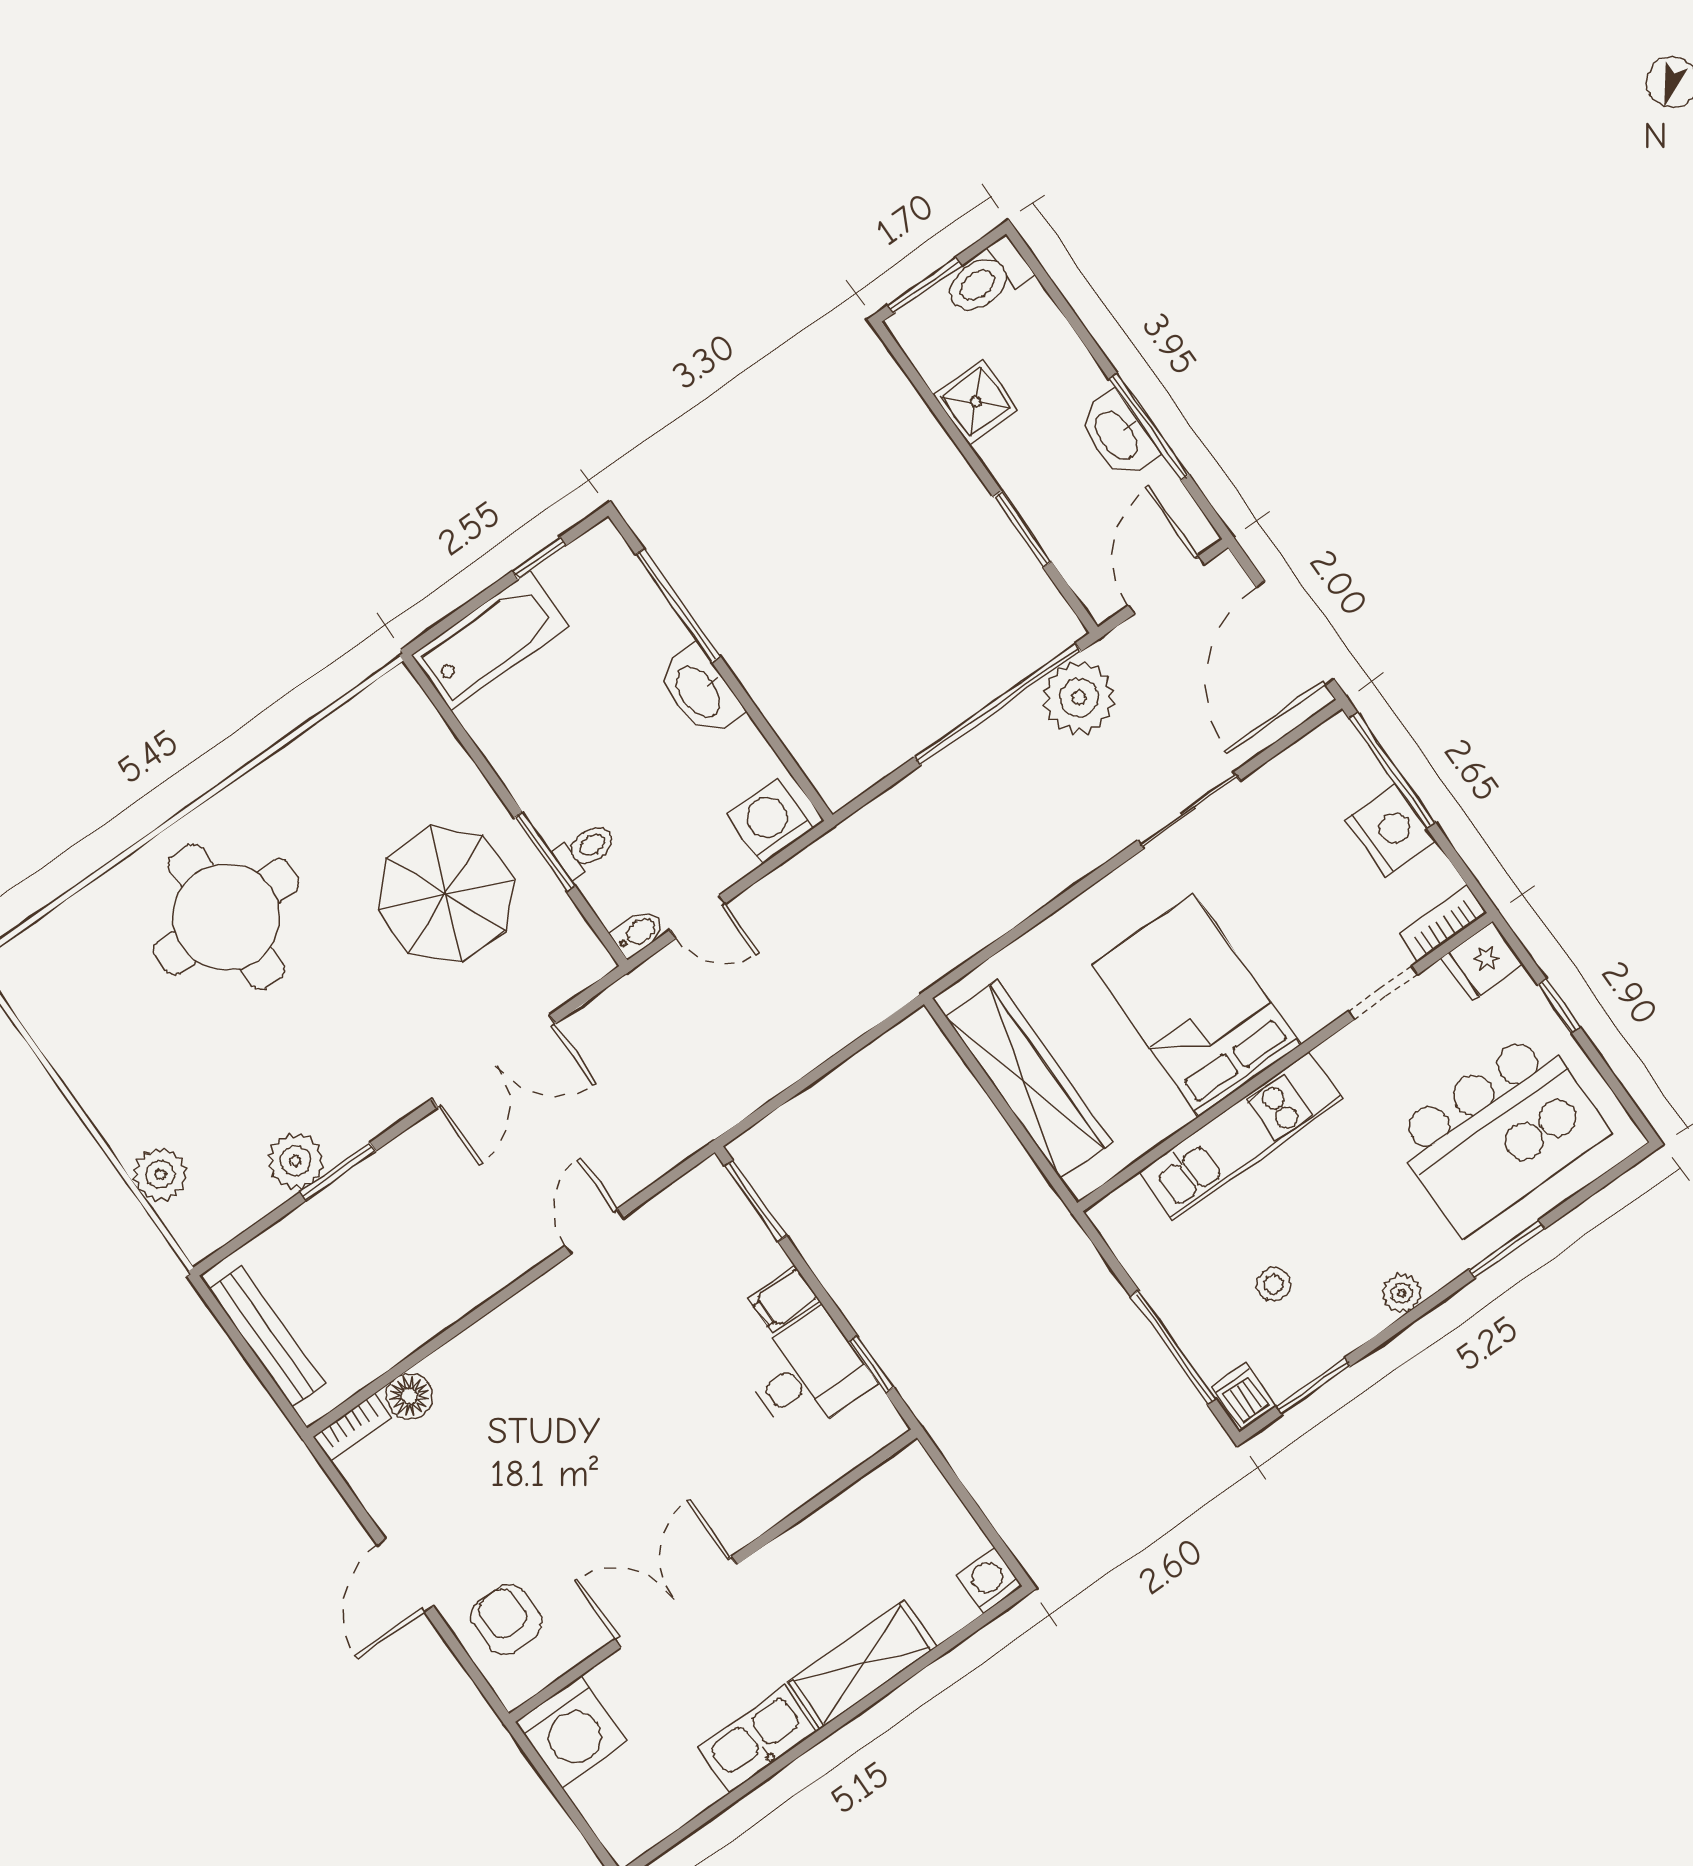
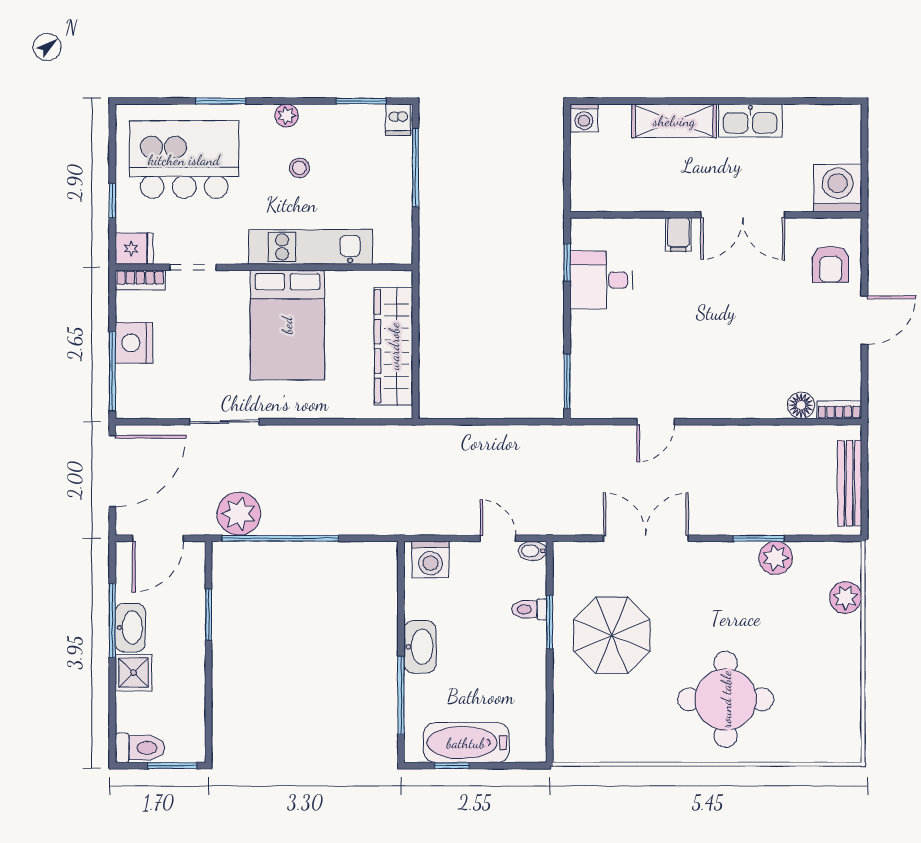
shower: (976, 402) -> (134, 673), moved
bathtub: (490, 641) -> (466, 743), moved
stool: (1274, 1284) -> (299, 168), moved
filing cabinet: (784, 1299) -> (678, 235), moved, turned 90

